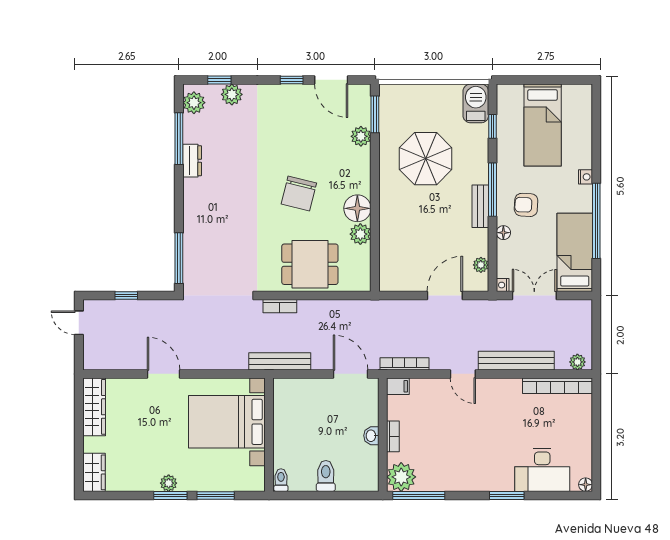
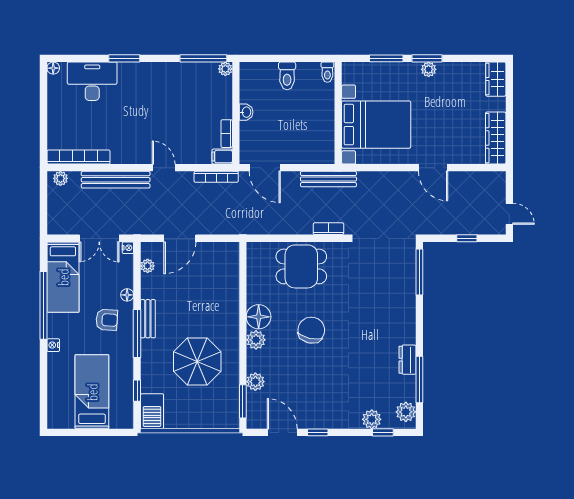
plant: (360, 234) -> (256, 340), moved
bookcase: (393, 436) -> (227, 134), moved
plant: (401, 477) -> (225, 69), width x0.53, depth x0.53

